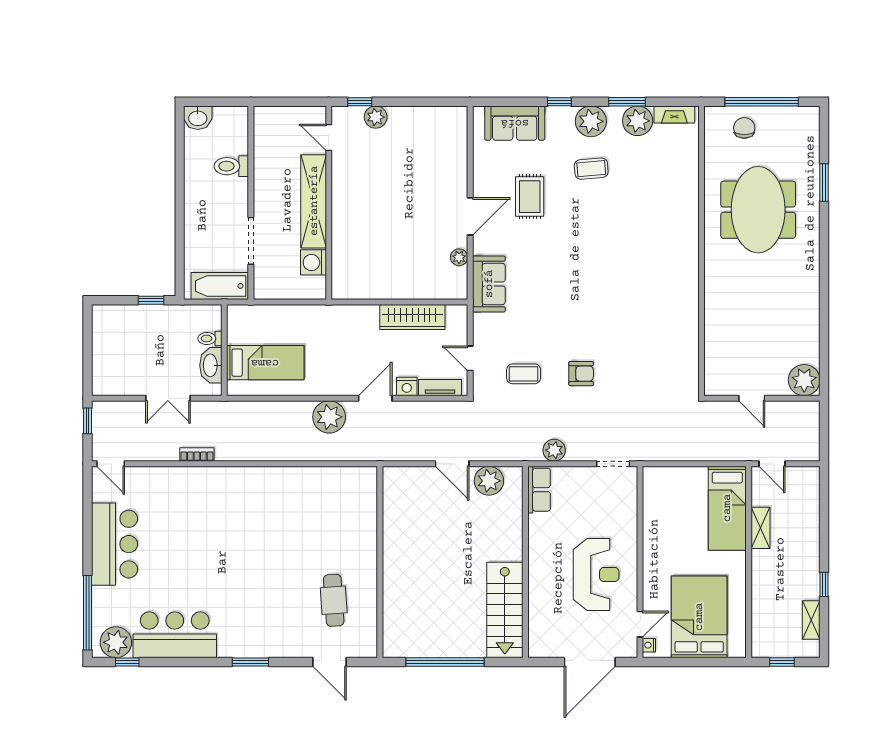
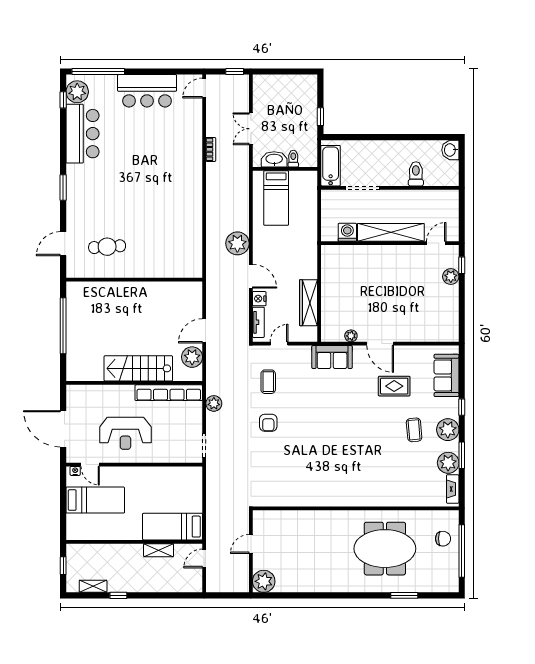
row of seats: (539, 490) -> (169, 393), width x2.02
stairs: (505, 610) -> (138, 368), moved
bed: (699, 617) -> (95, 500), width x0.67

